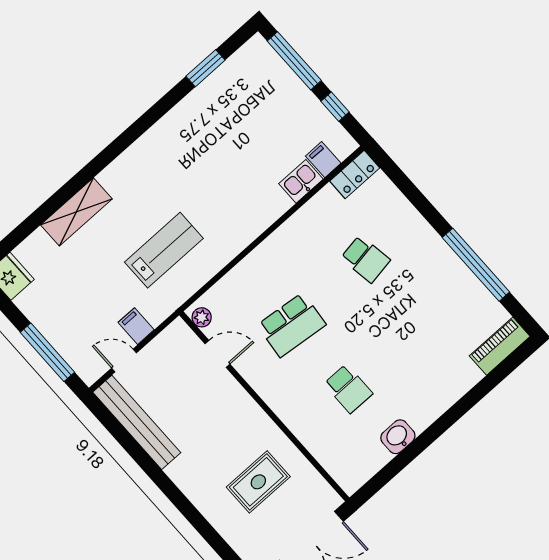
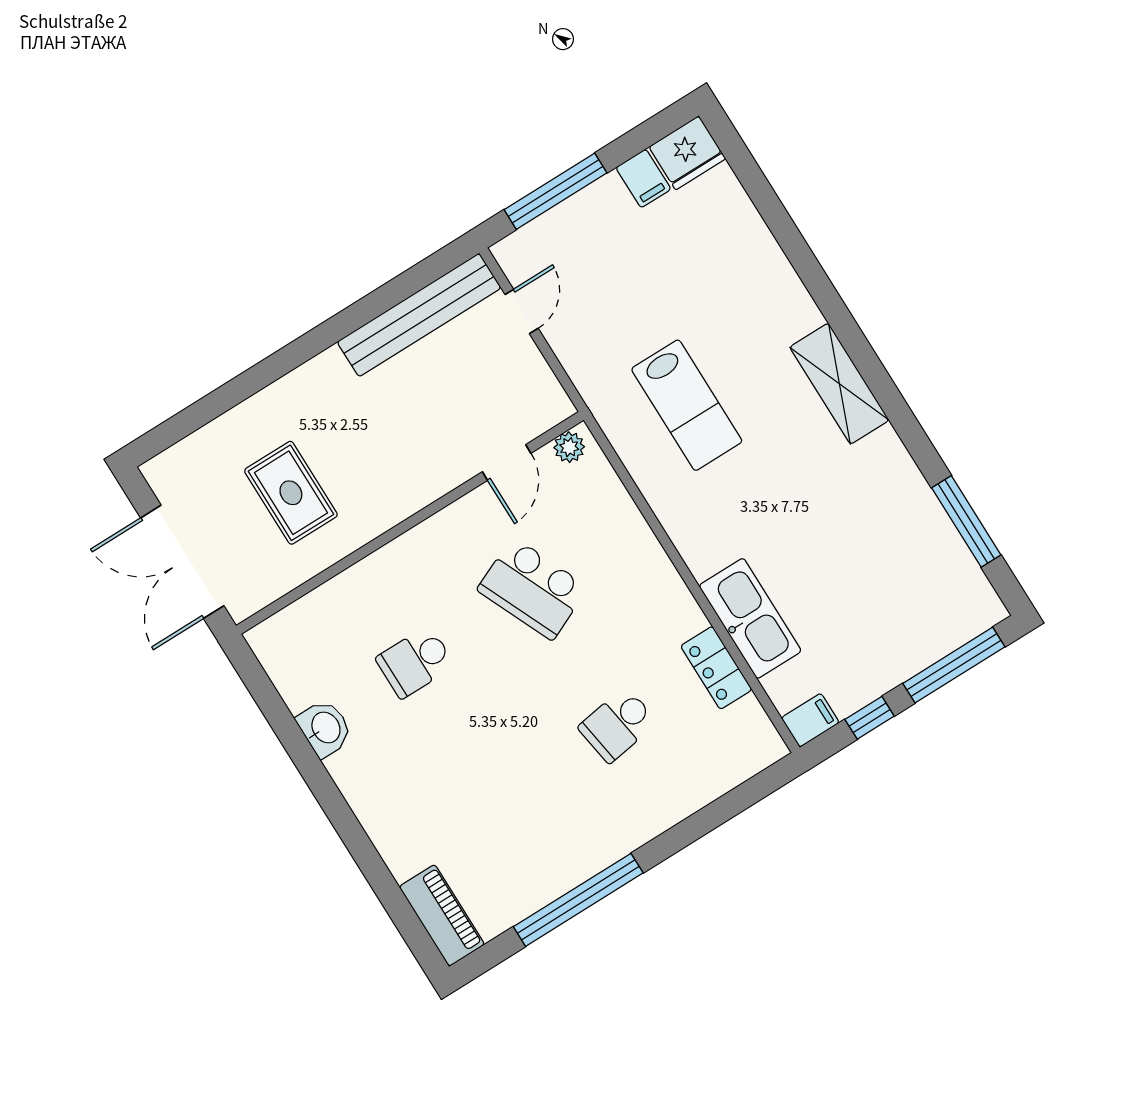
window: (206, 68) -> (966, 521), width x1.44
filing cabinet: (323, 160) -> (810, 720), moved
locker: (355, 174) -> (716, 668), moved
kitchen sink: (301, 181) -> (750, 618), width x1.88, depth x1.24
shelving: (76, 212) -> (839, 384), moved
school desk: (291, 325) -> (533, 589), turned -30
filing cabinet: (136, 326) -> (643, 178), moved, turned 90

